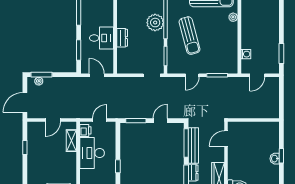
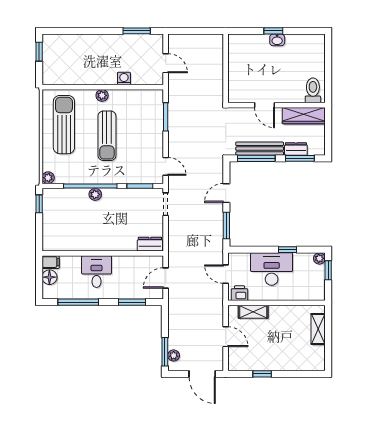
plant: (233, 17) -> (102, 95), moved
plant: (155, 23) -> (95, 194), width x0.53, depth x0.53
sun lounger: (190, 36) -> (107, 136), moved, turned 105
desk: (101, 38) -> (96, 272), moved
dresser: (122, 38) -> (150, 244), moved
washing machine: (246, 54) -> (124, 78), moved
door: (192, 75) -> (166, 166), moved
door: (160, 121) -> (226, 193), hinge flipped
door: (226, 139) -> (265, 105), moved
desk: (92, 153) -> (272, 269), moved, turned 180

